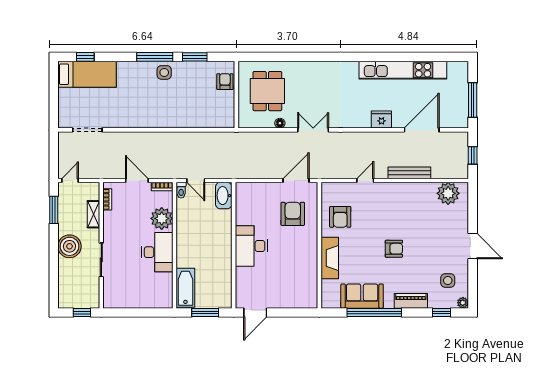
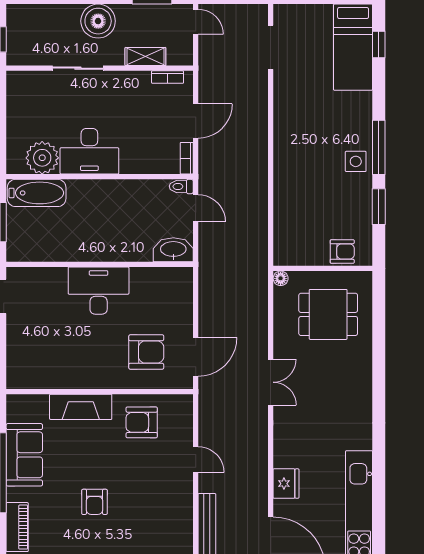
floor lamp: (280, 123) -> (281, 278), moved
door: (196, 180) -> (196, 208), swing flipped
door: (296, 180) -> (196, 357), hinge flipped
plant: (162, 218) -> (42, 158), moved

